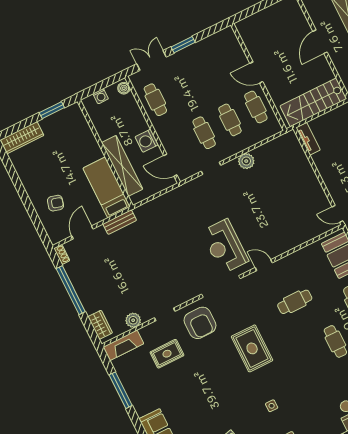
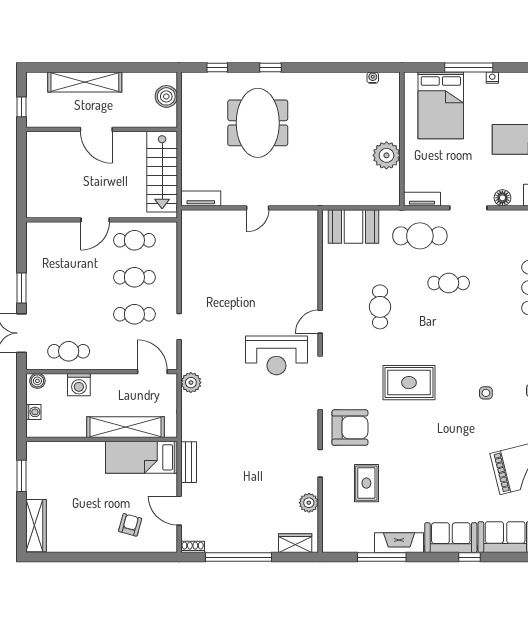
washing machine: (147, 141) -> (79, 385), moved
plant: (246, 161) -> (191, 383), moved
door: (170, 165) -> (152, 372), swing flipped
door: (337, 214) -> (258, 208), moved
fireplace: (123, 345) -> (399, 543), moved, turned -90

